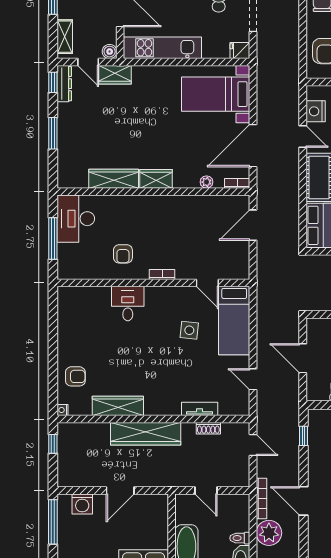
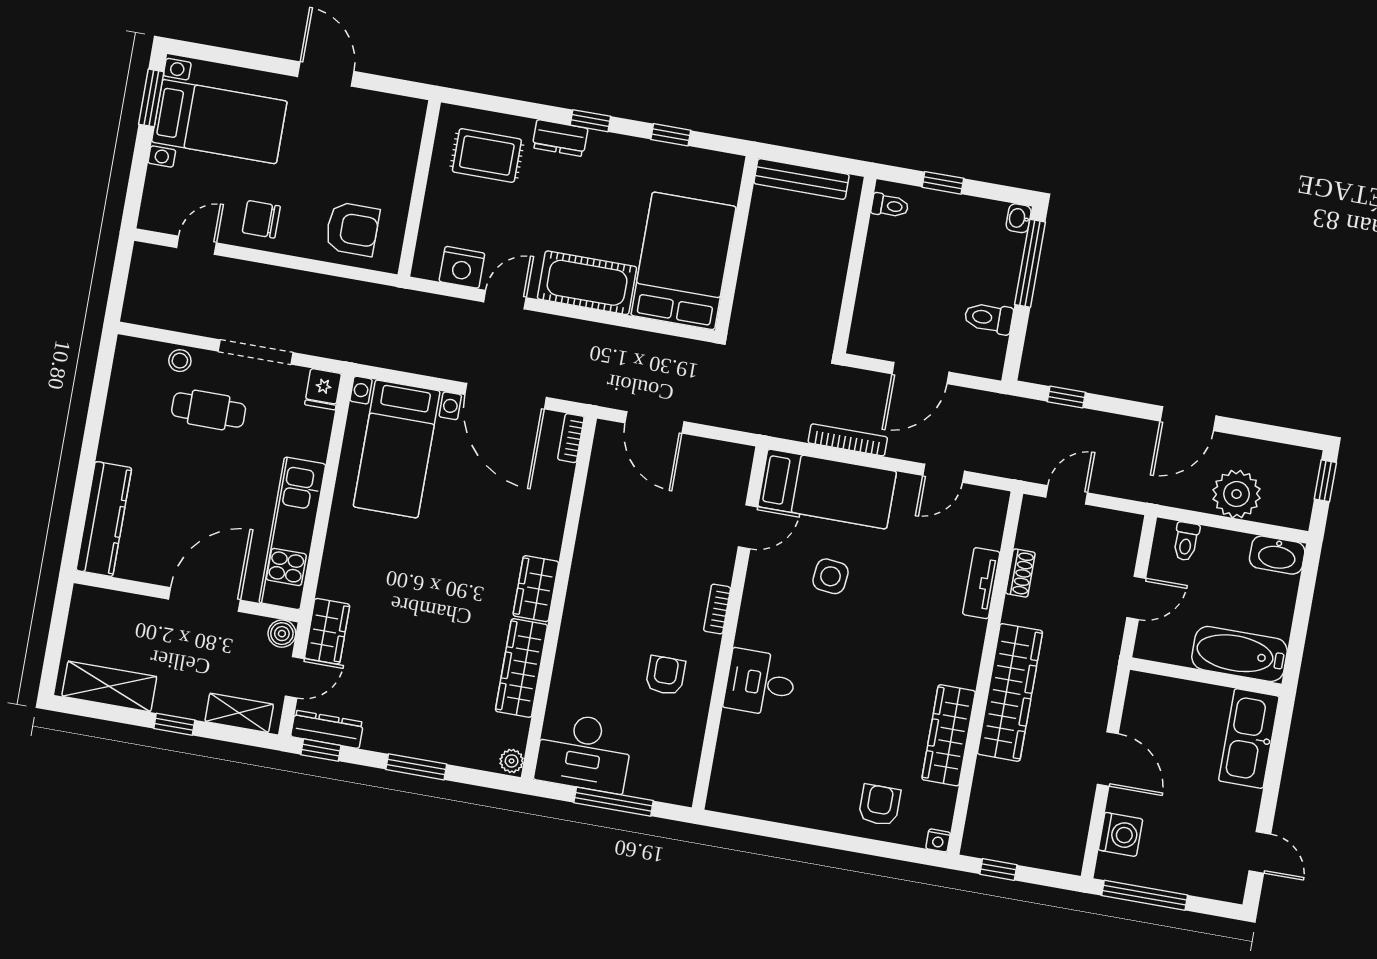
plant: (206, 182) -> (512, 761), moved
armchair: (123, 254) -> (665, 675), turned -90
bookcase: (261, 499) -> (848, 440), moved
toilet: (240, 538) -> (1186, 541), moved

